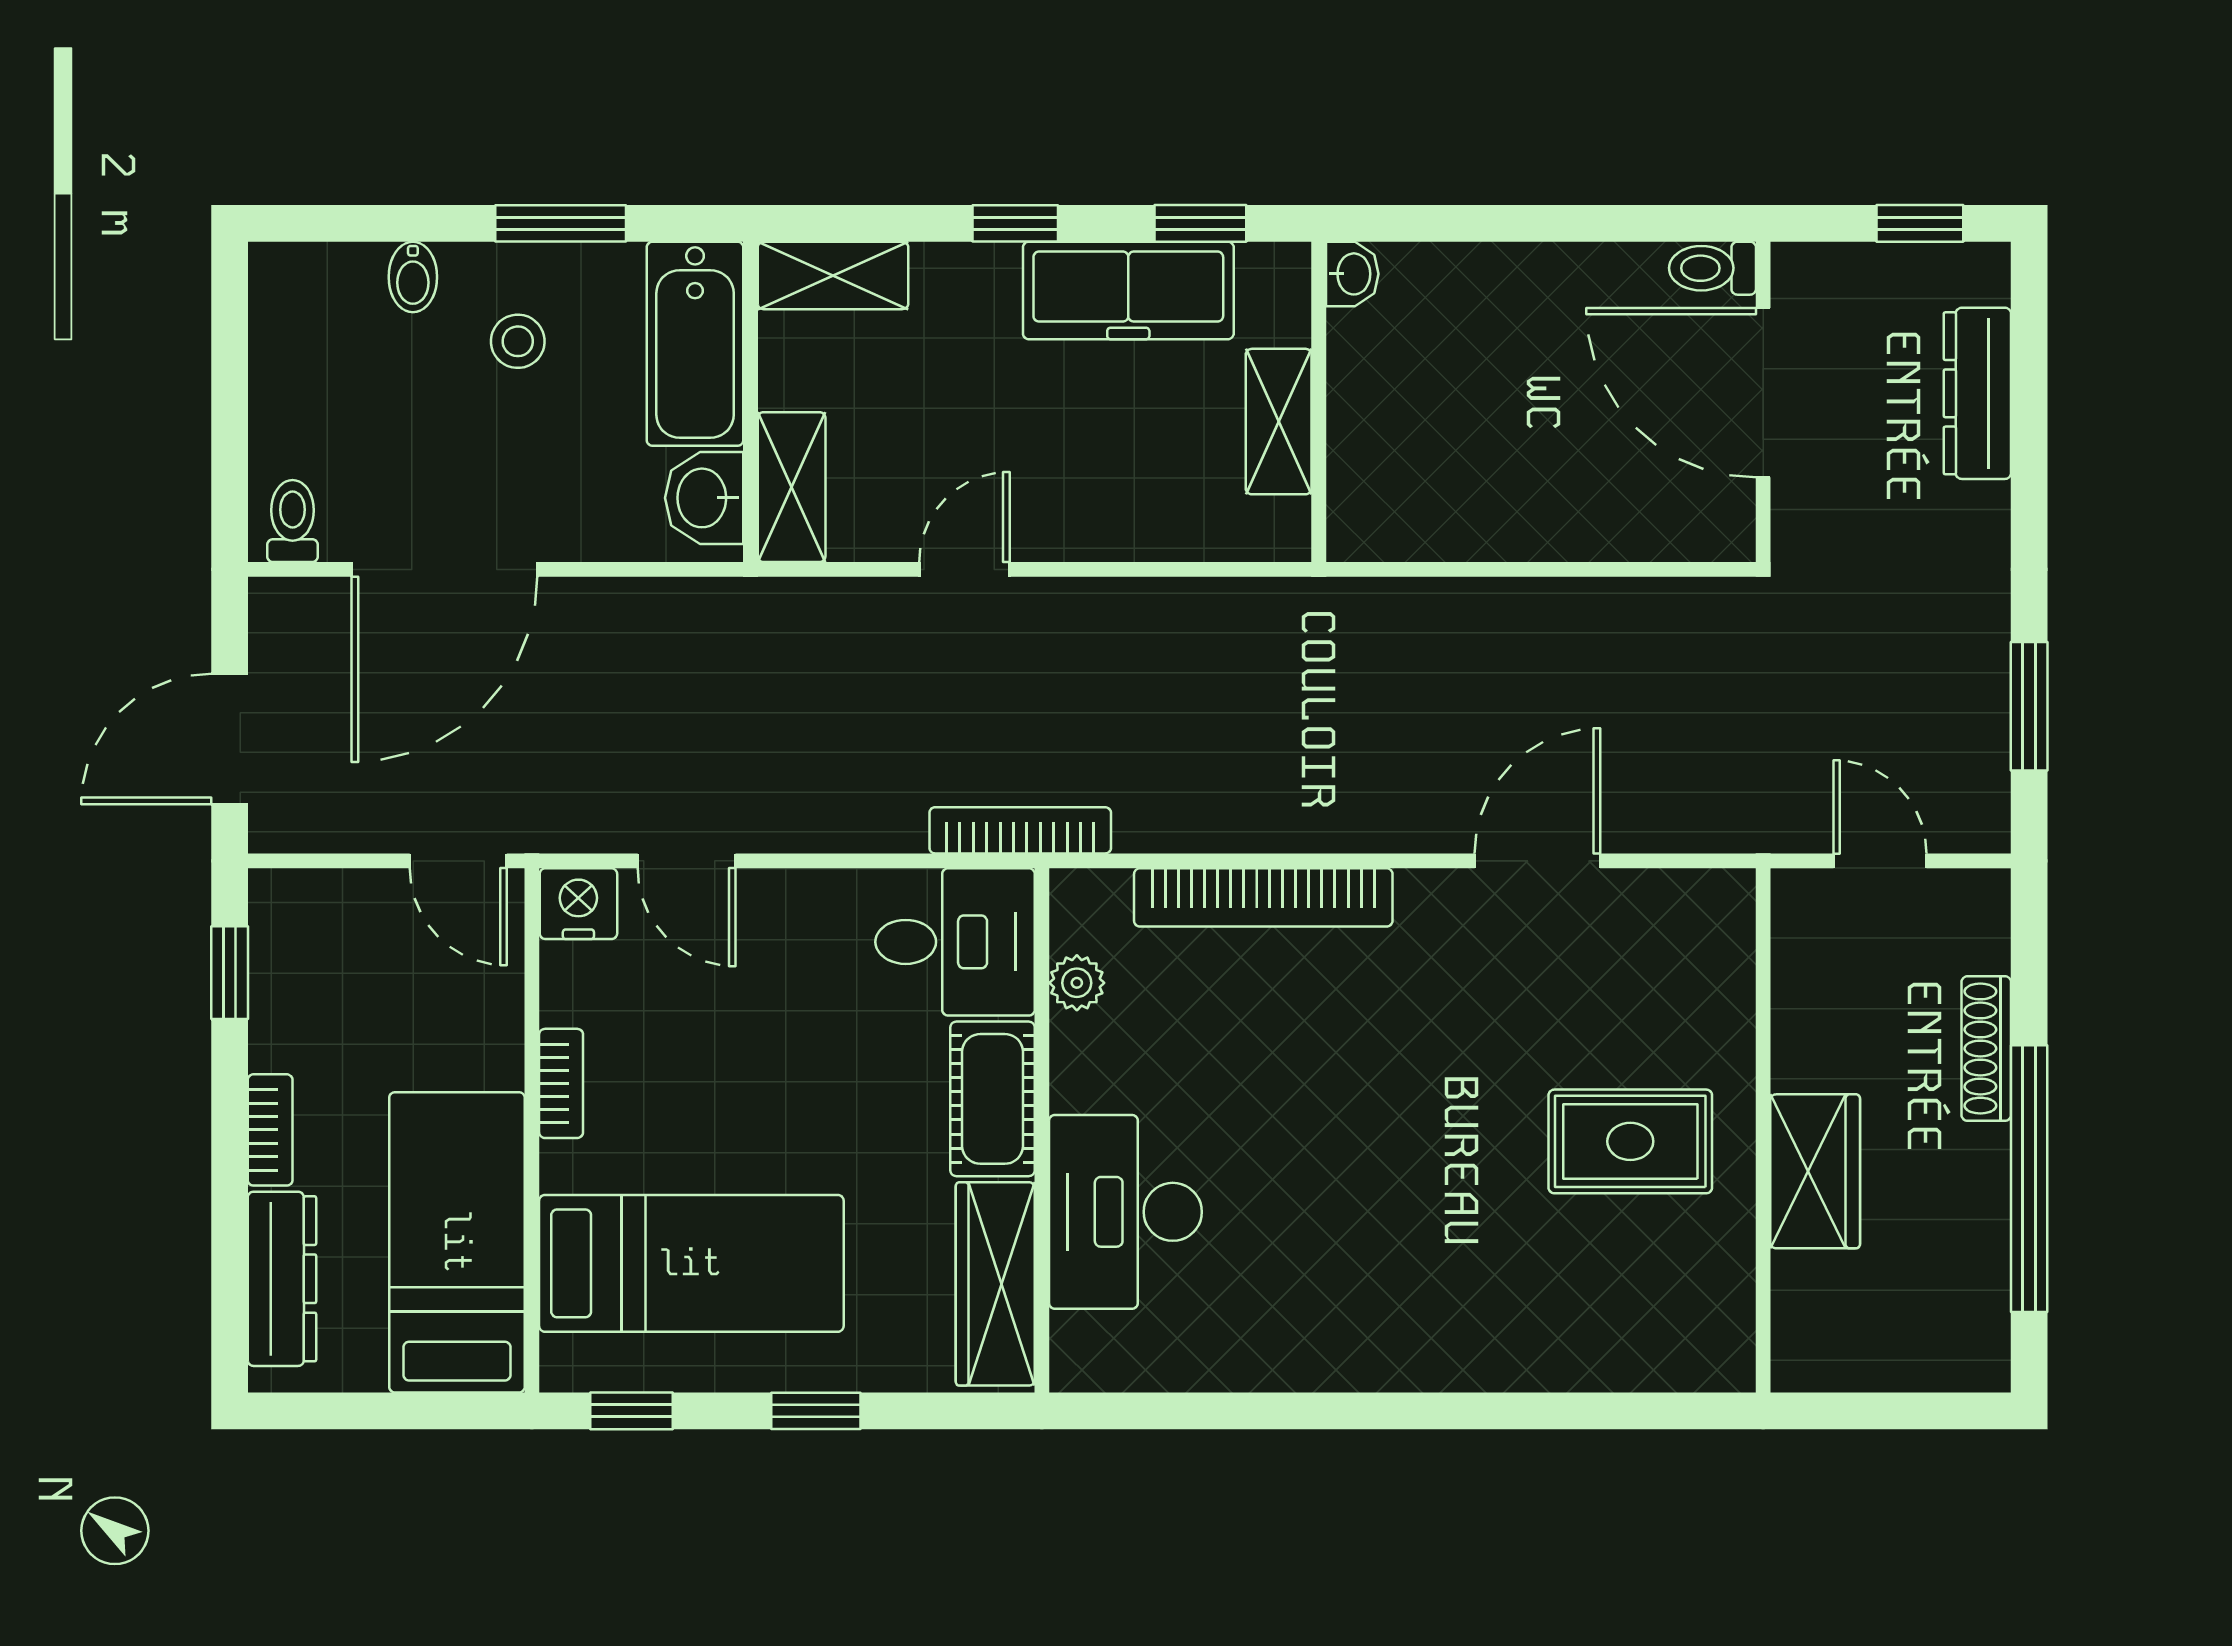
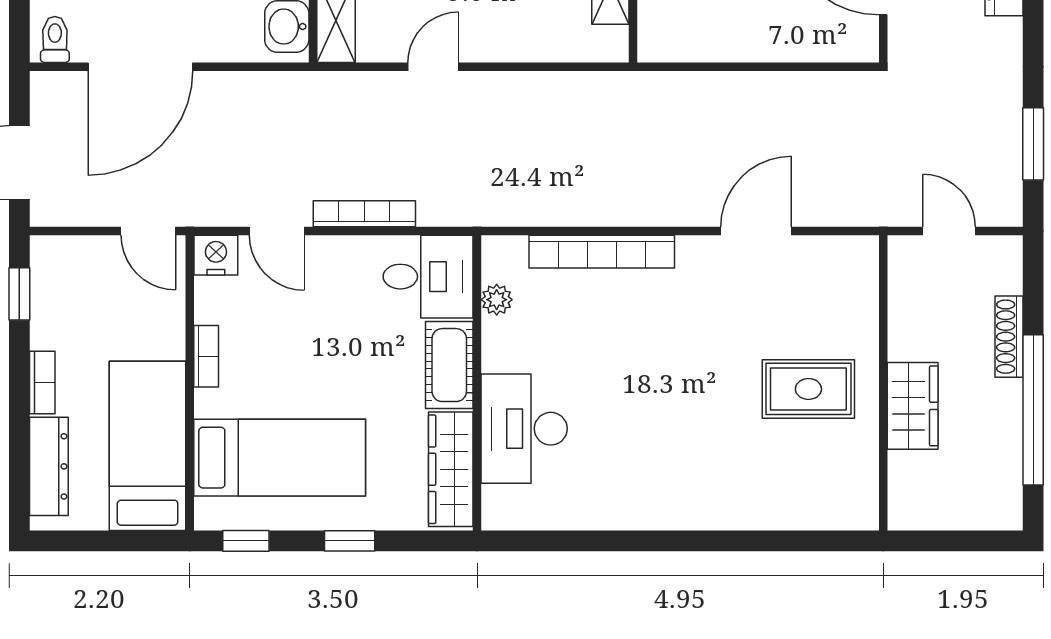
bookcase: (1020, 830) -> (364, 214), moved

